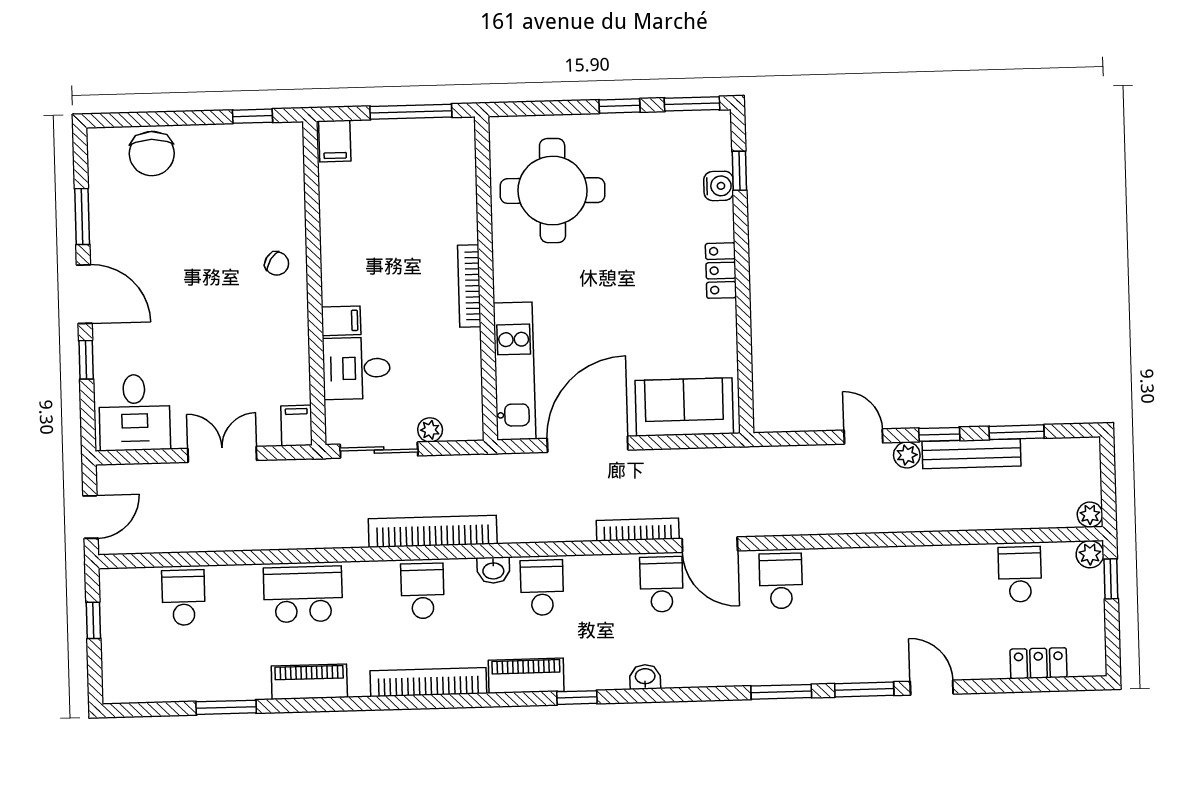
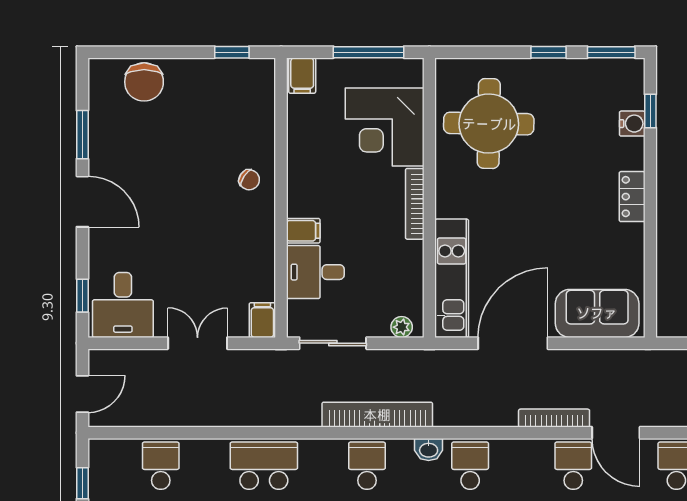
corner desk: (432, 198) -> (385, 127), added
window: (86, 360) -> (82, 296), moved
plant: (430, 430) -> (402, 327), moved

